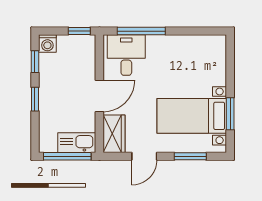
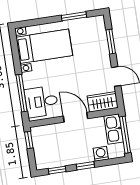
washing machine: (47, 44) -> (101, 154), moved, turned -90
bed with nightstands: (192, 116) -> (44, 46), moved, turned -90

